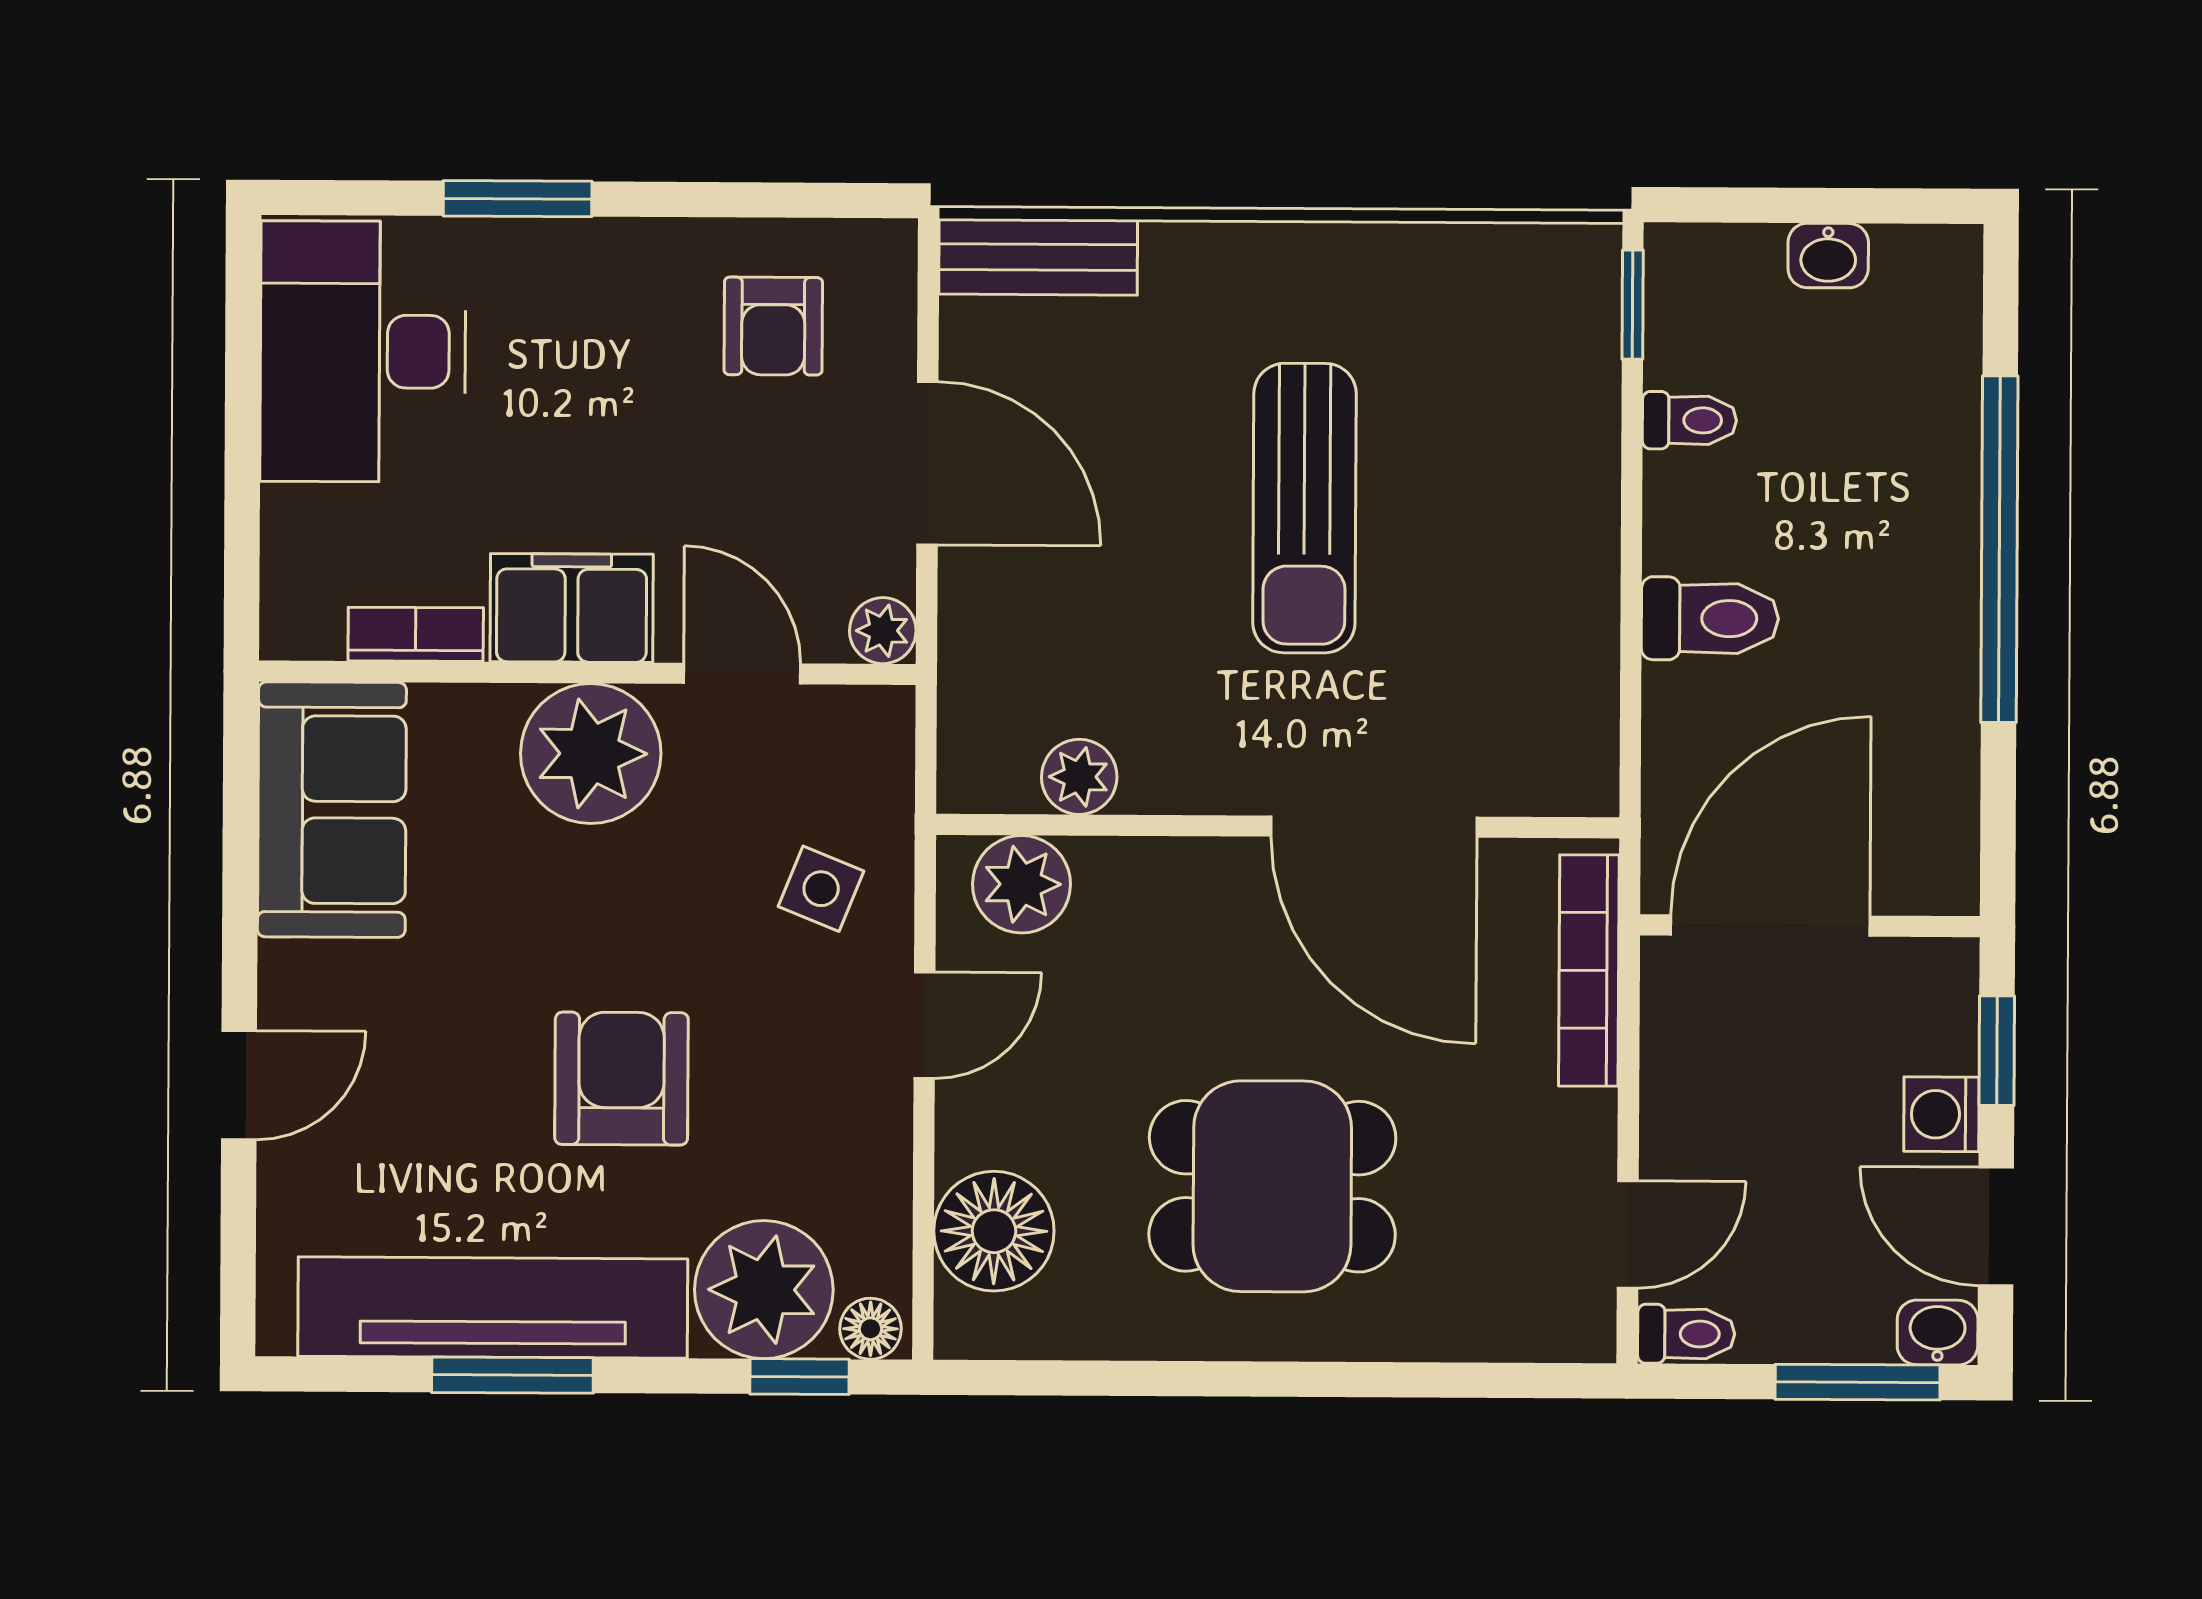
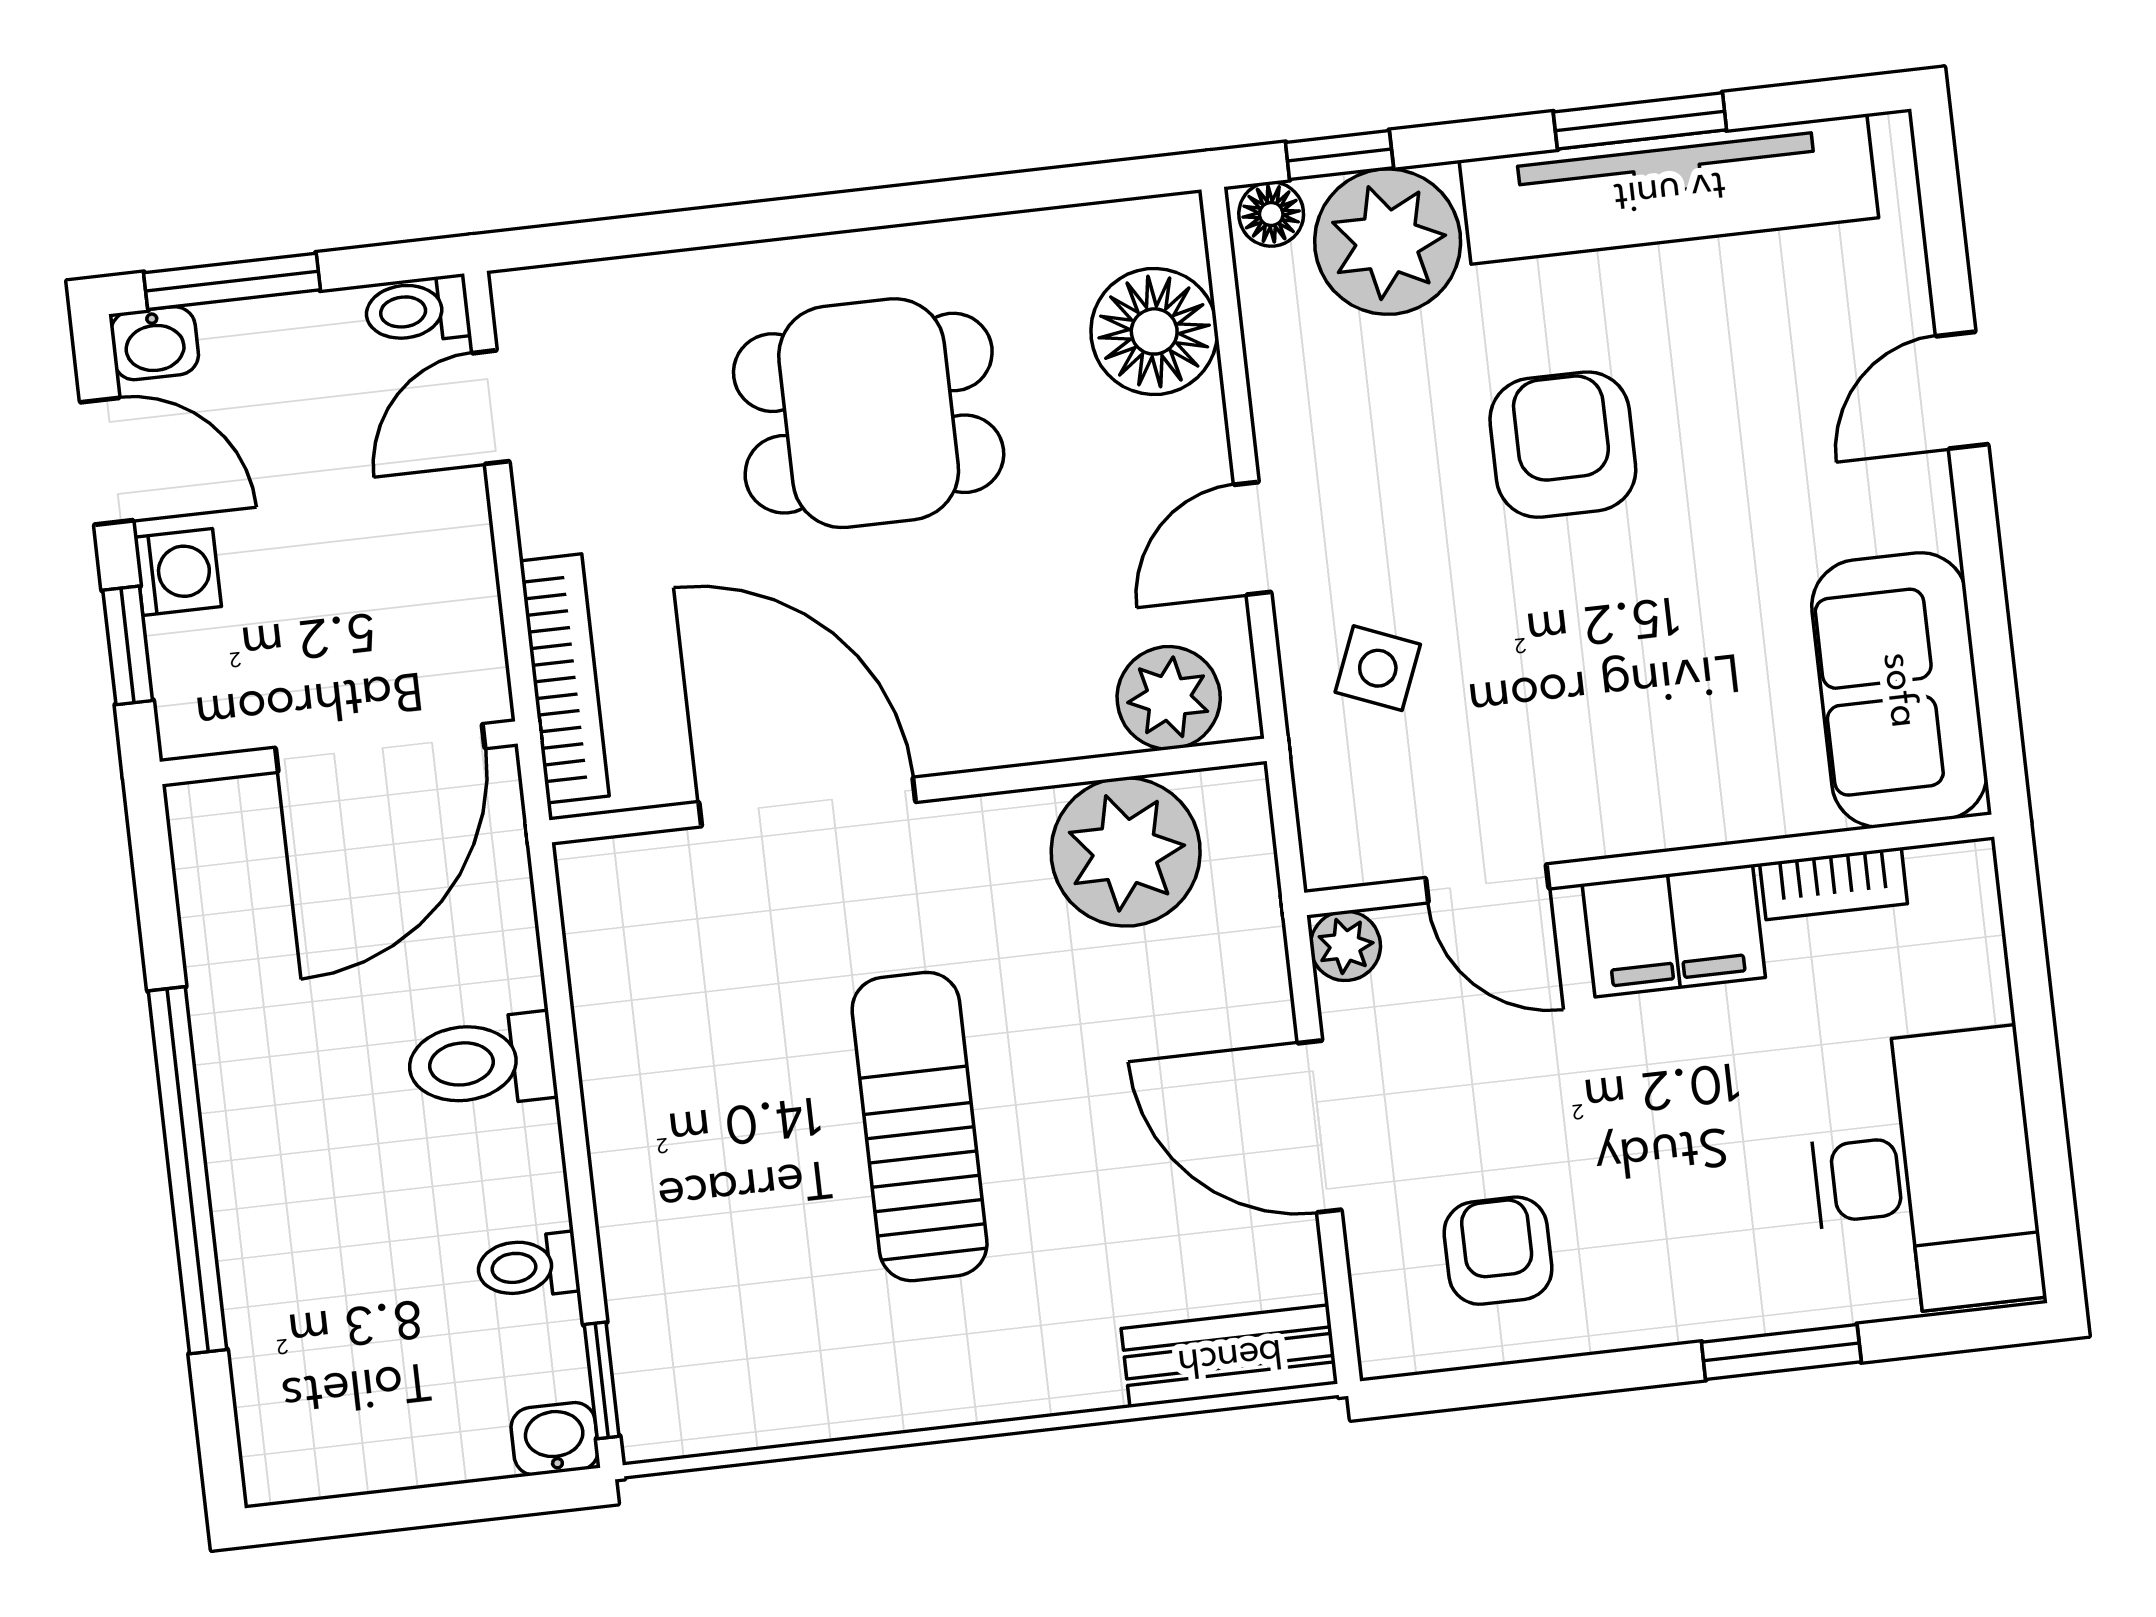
washbasin: (1828, 256) -> (555, 1439), moved
plant: (591, 754) -> (1636, 781), removed
plant: (1079, 777) -> (1126, 852), width x1.87, depth x1.87
armchair: (621, 1079) -> (1563, 445), turned 180

